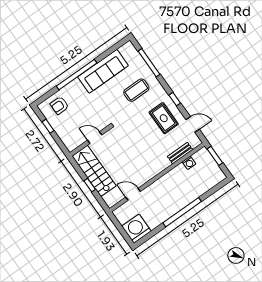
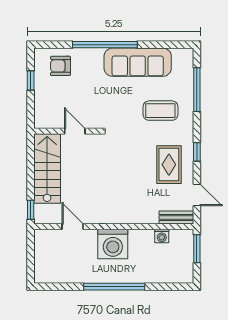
bench: (180, 153) -> (176, 218), moved
window: (90, 185) -> (31, 210), moved
washing machine: (136, 229) -> (113, 244), moved, turned 180

